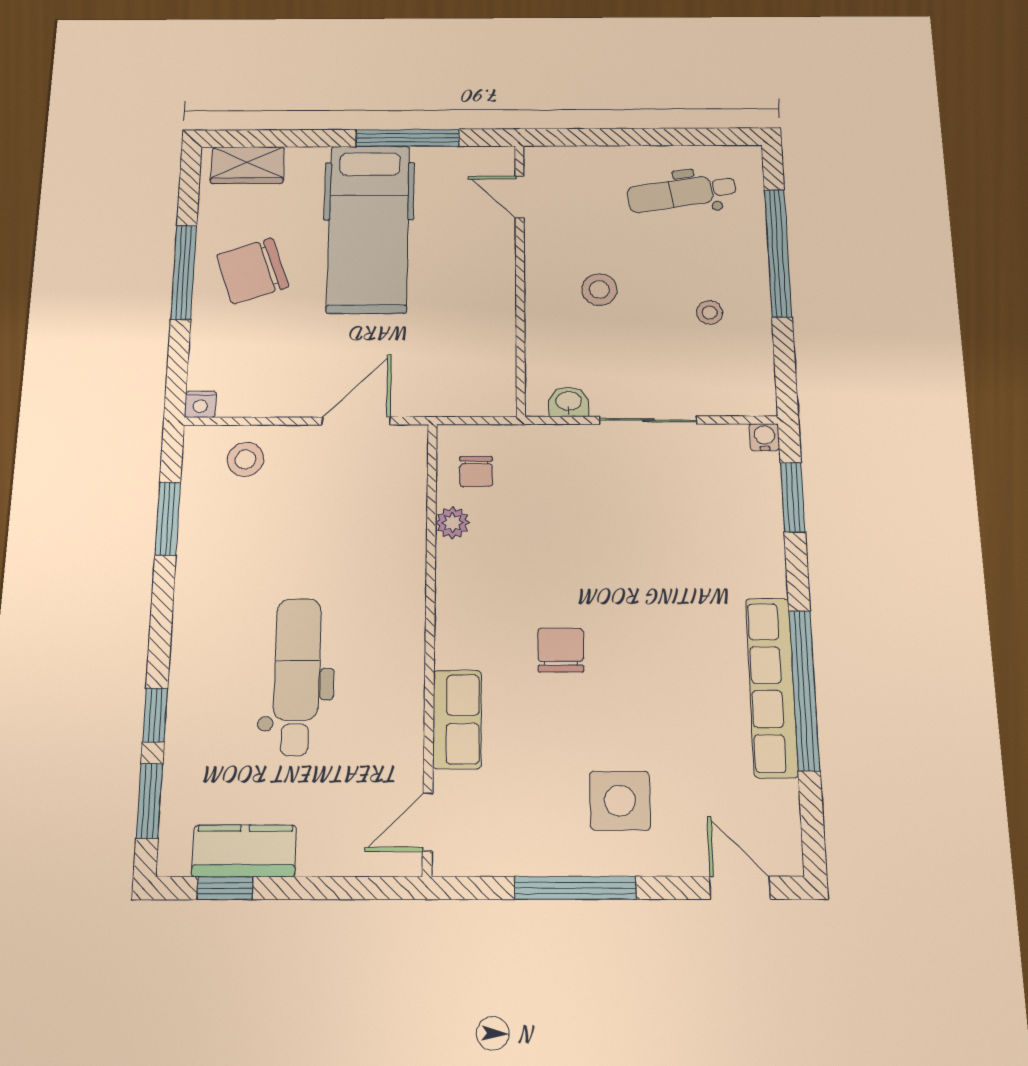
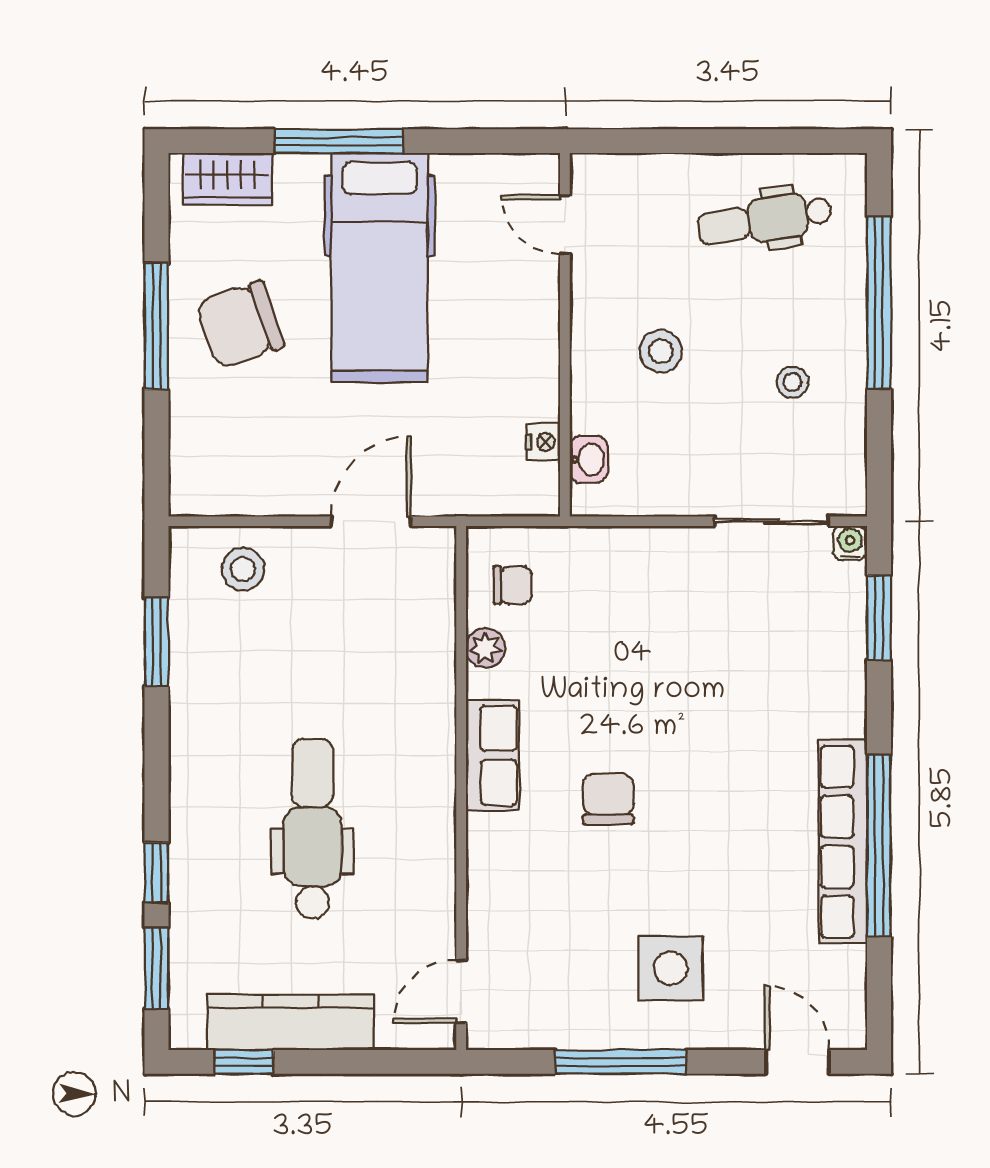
window: (408, 138) -> (339, 141), moved
washbasin: (569, 402) -> (589, 459), moved, turned 90
nightstand: (200, 404) -> (543, 442), moved, turned -90
sliding door: (648, 420) -> (772, 521), moved
chair: (476, 472) -> (512, 585), turned -90
row of seats: (457, 719) -> (492, 755), moved
kitchen counter: (244, 851) -> (291, 1022), width x1.50

